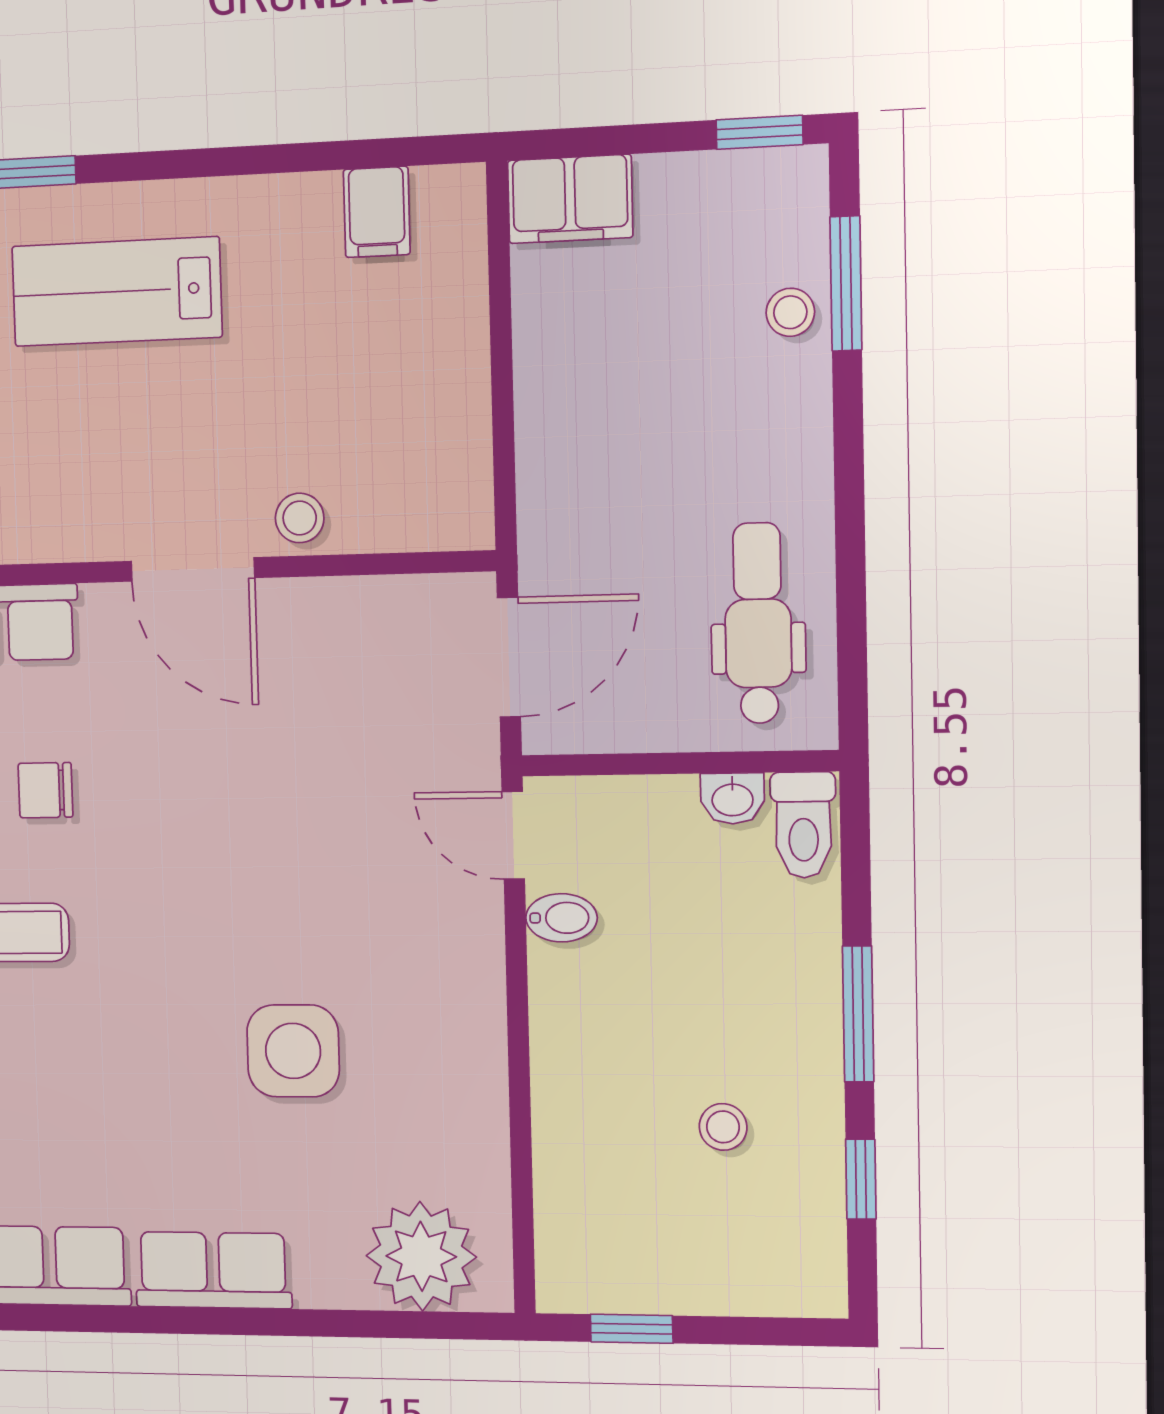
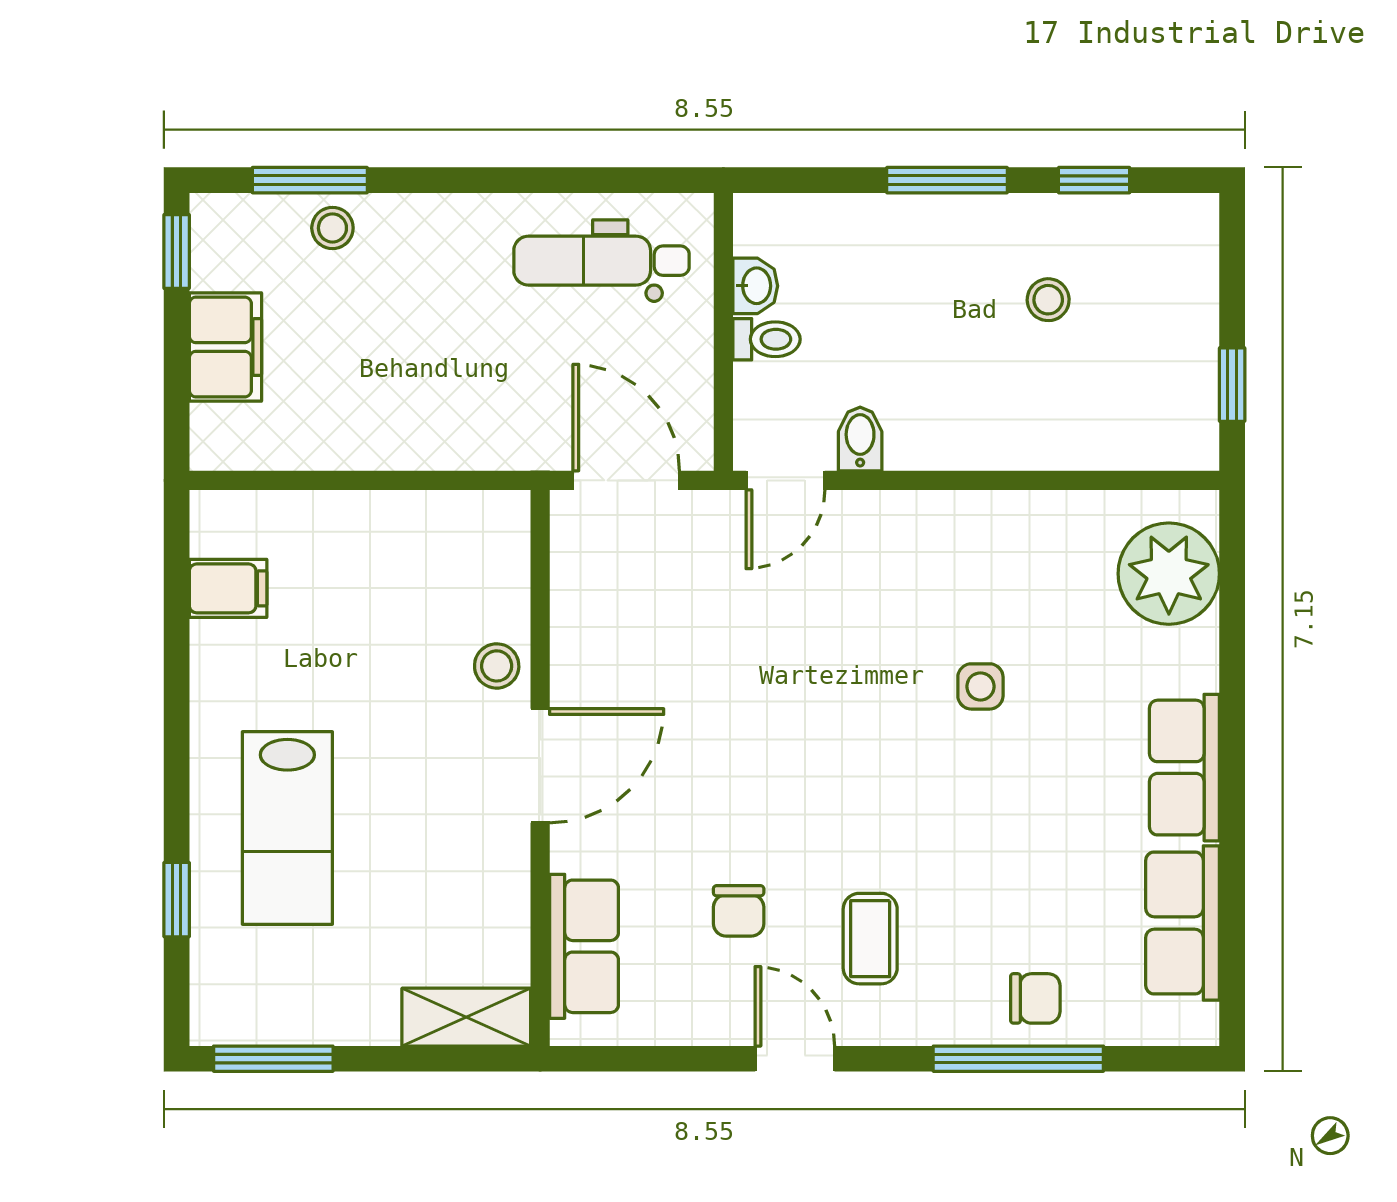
filing cabinet: (570, 199) -> (225, 347), moved
toilet: (803, 825) -> (766, 339), moved, width x0.73, depth x0.72
side table: (293, 1051) -> (980, 686), width x0.54, depth x0.54

